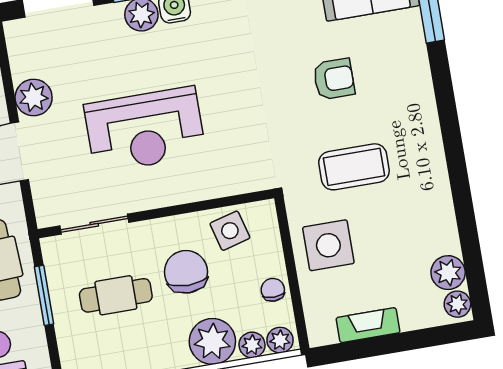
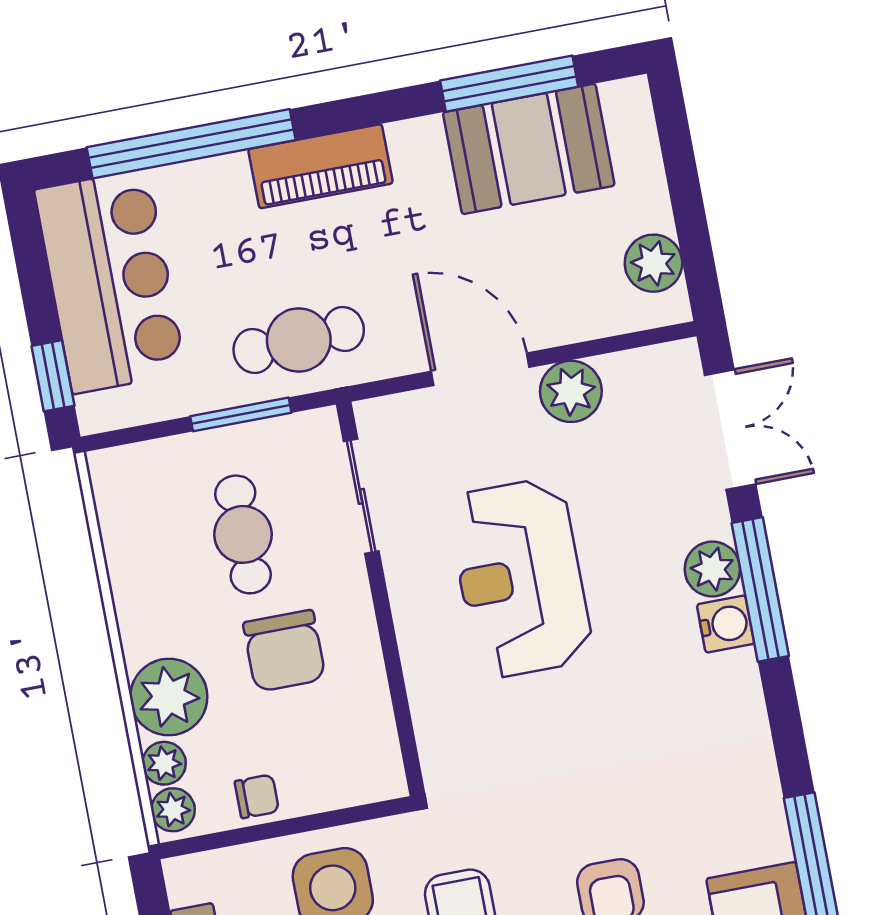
side table: (230, 231) -> (354, 723), removed
chair: (186, 272) -> (284, 651), turned 90

